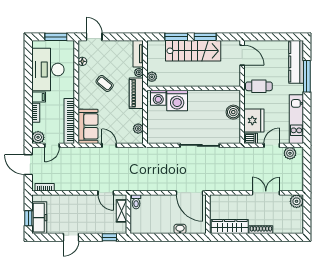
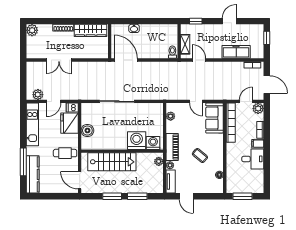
door: (94, 37) -> (186, 196), moved
stairs: (193, 51) -> (112, 162), moved, turned 180
desk: (48, 70) -> (253, 159), width x0.53, depth x0.77
plant: (297, 201) -> (32, 30), moved
freezer: (39, 218) -> (236, 52), moved, turned 90

